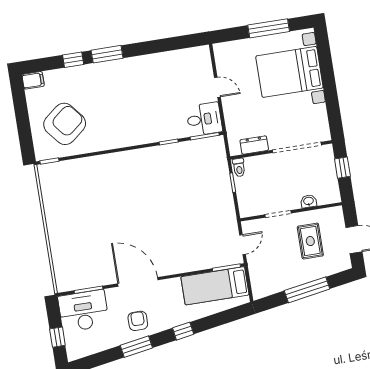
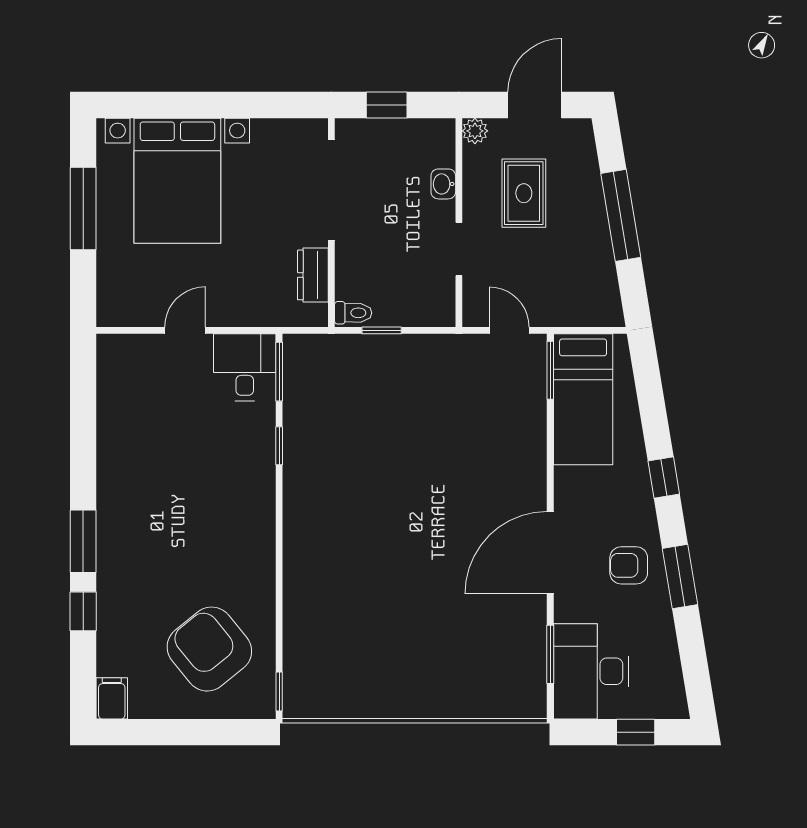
plant: (337, 212) -> (475, 131), added
rug: (310, 241) -> (524, 193), turned 90

